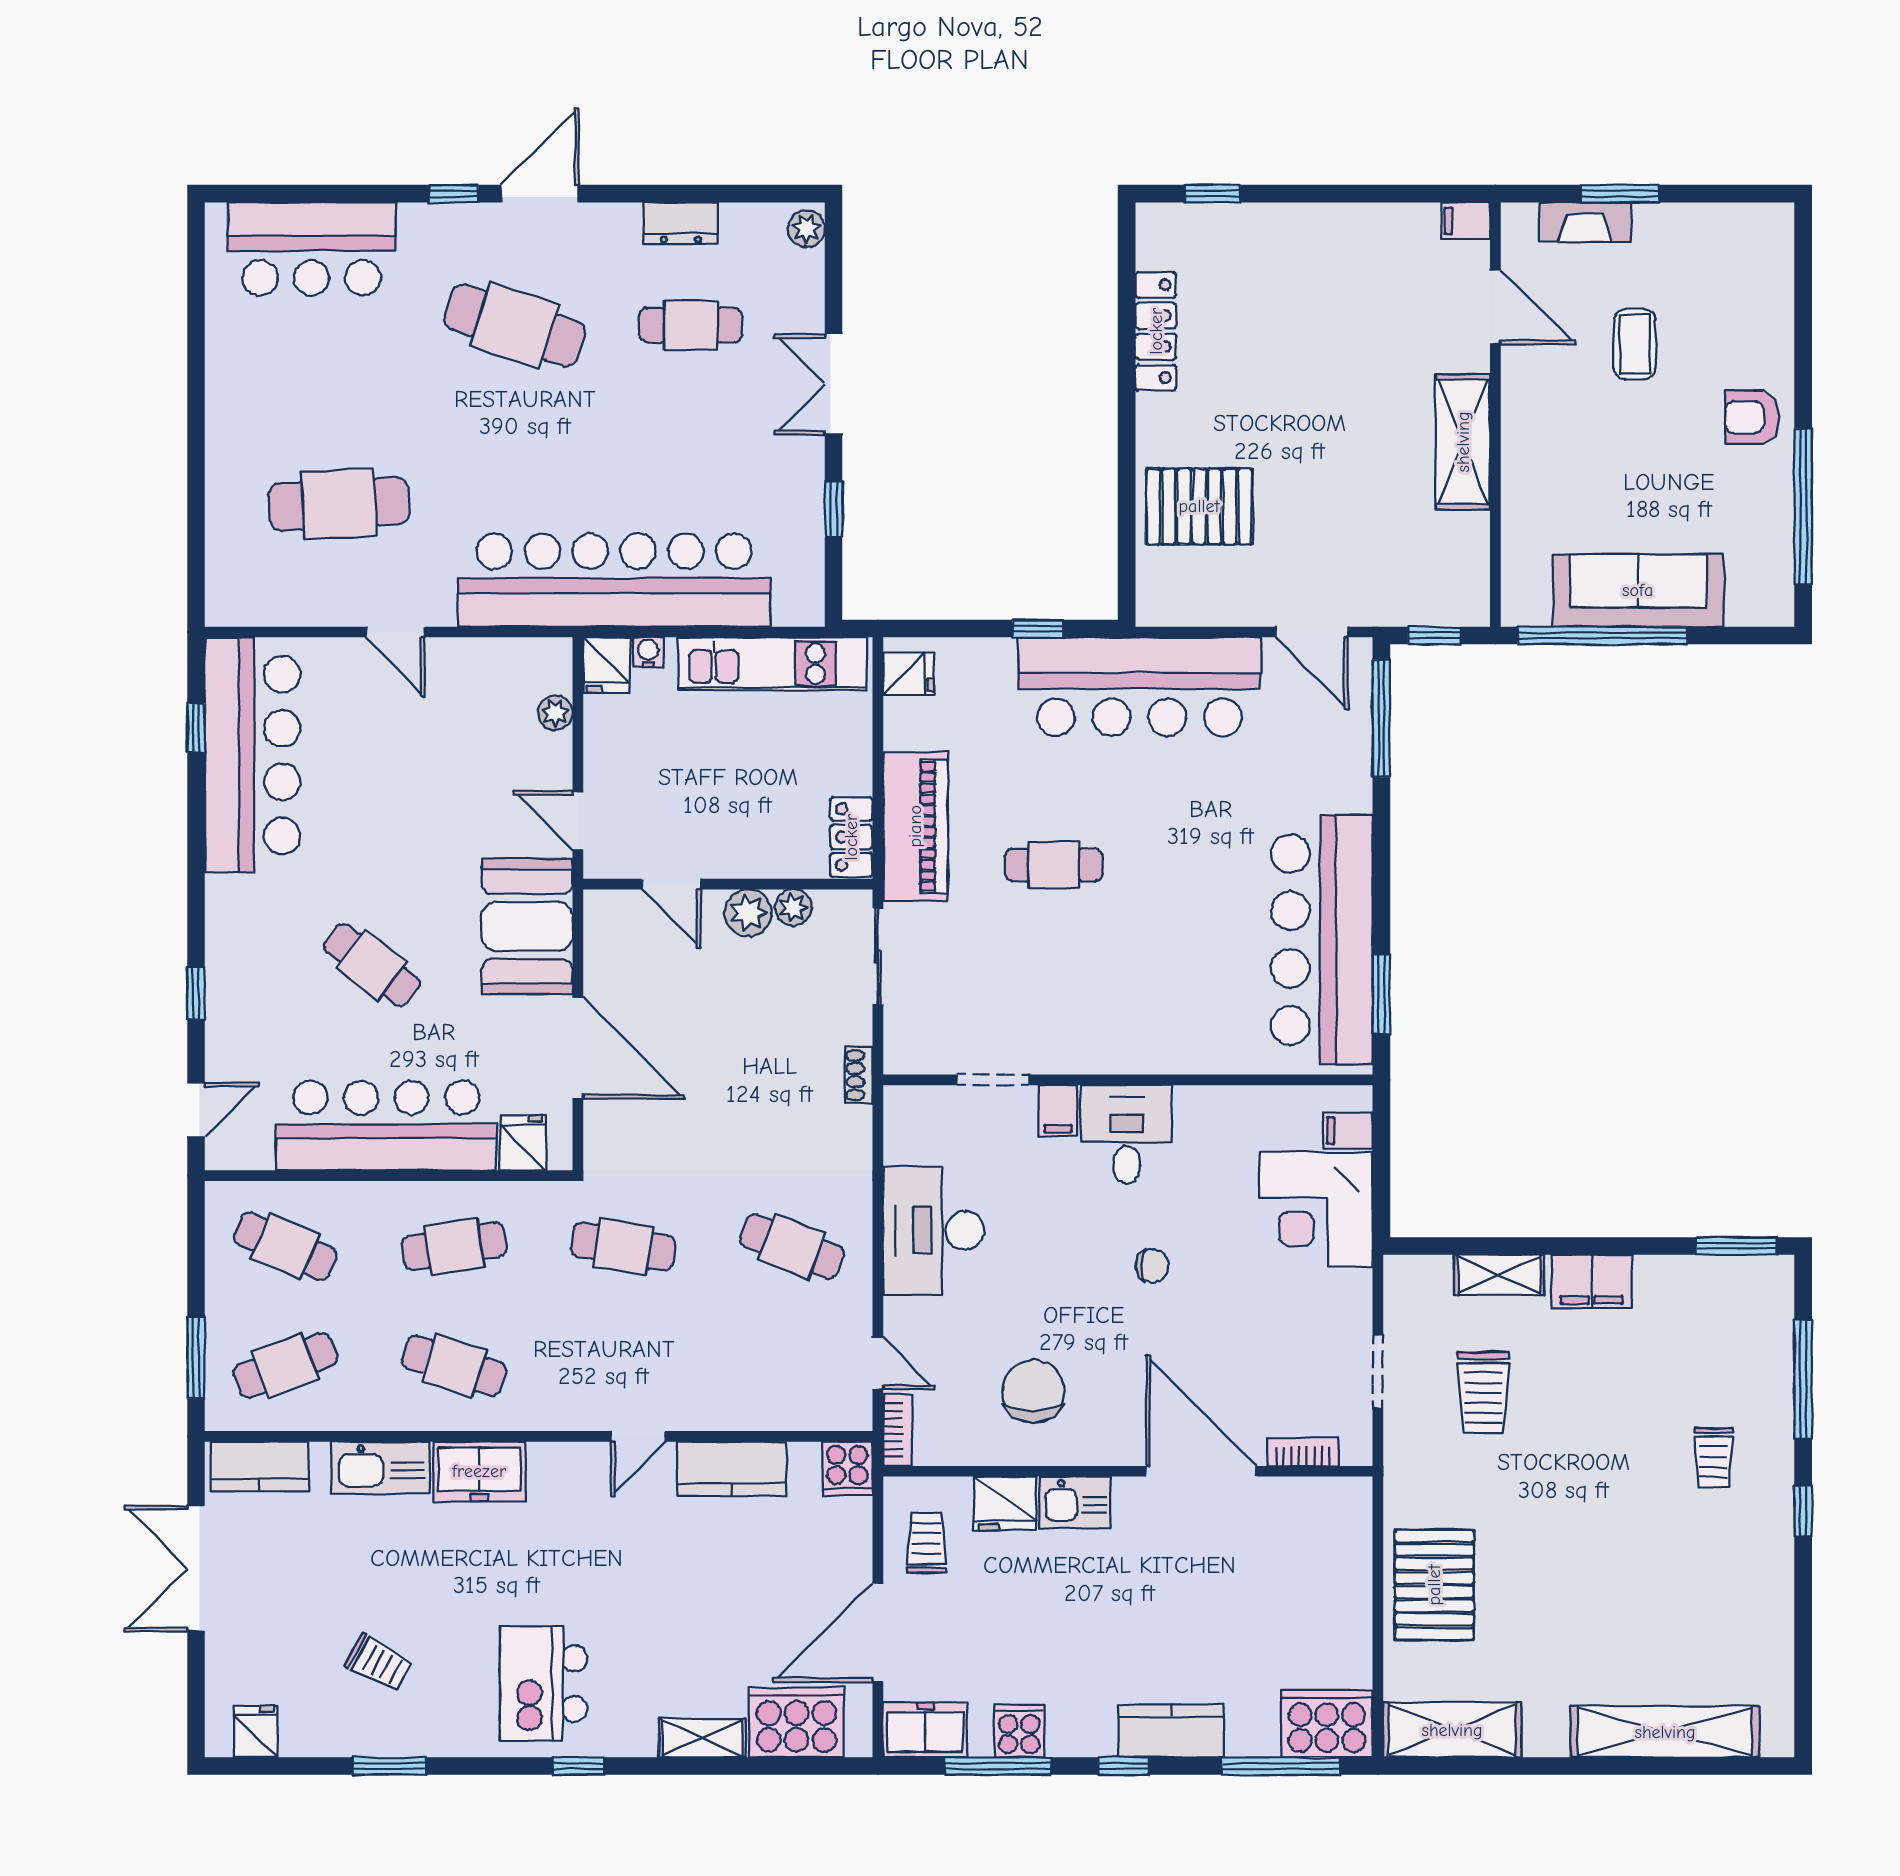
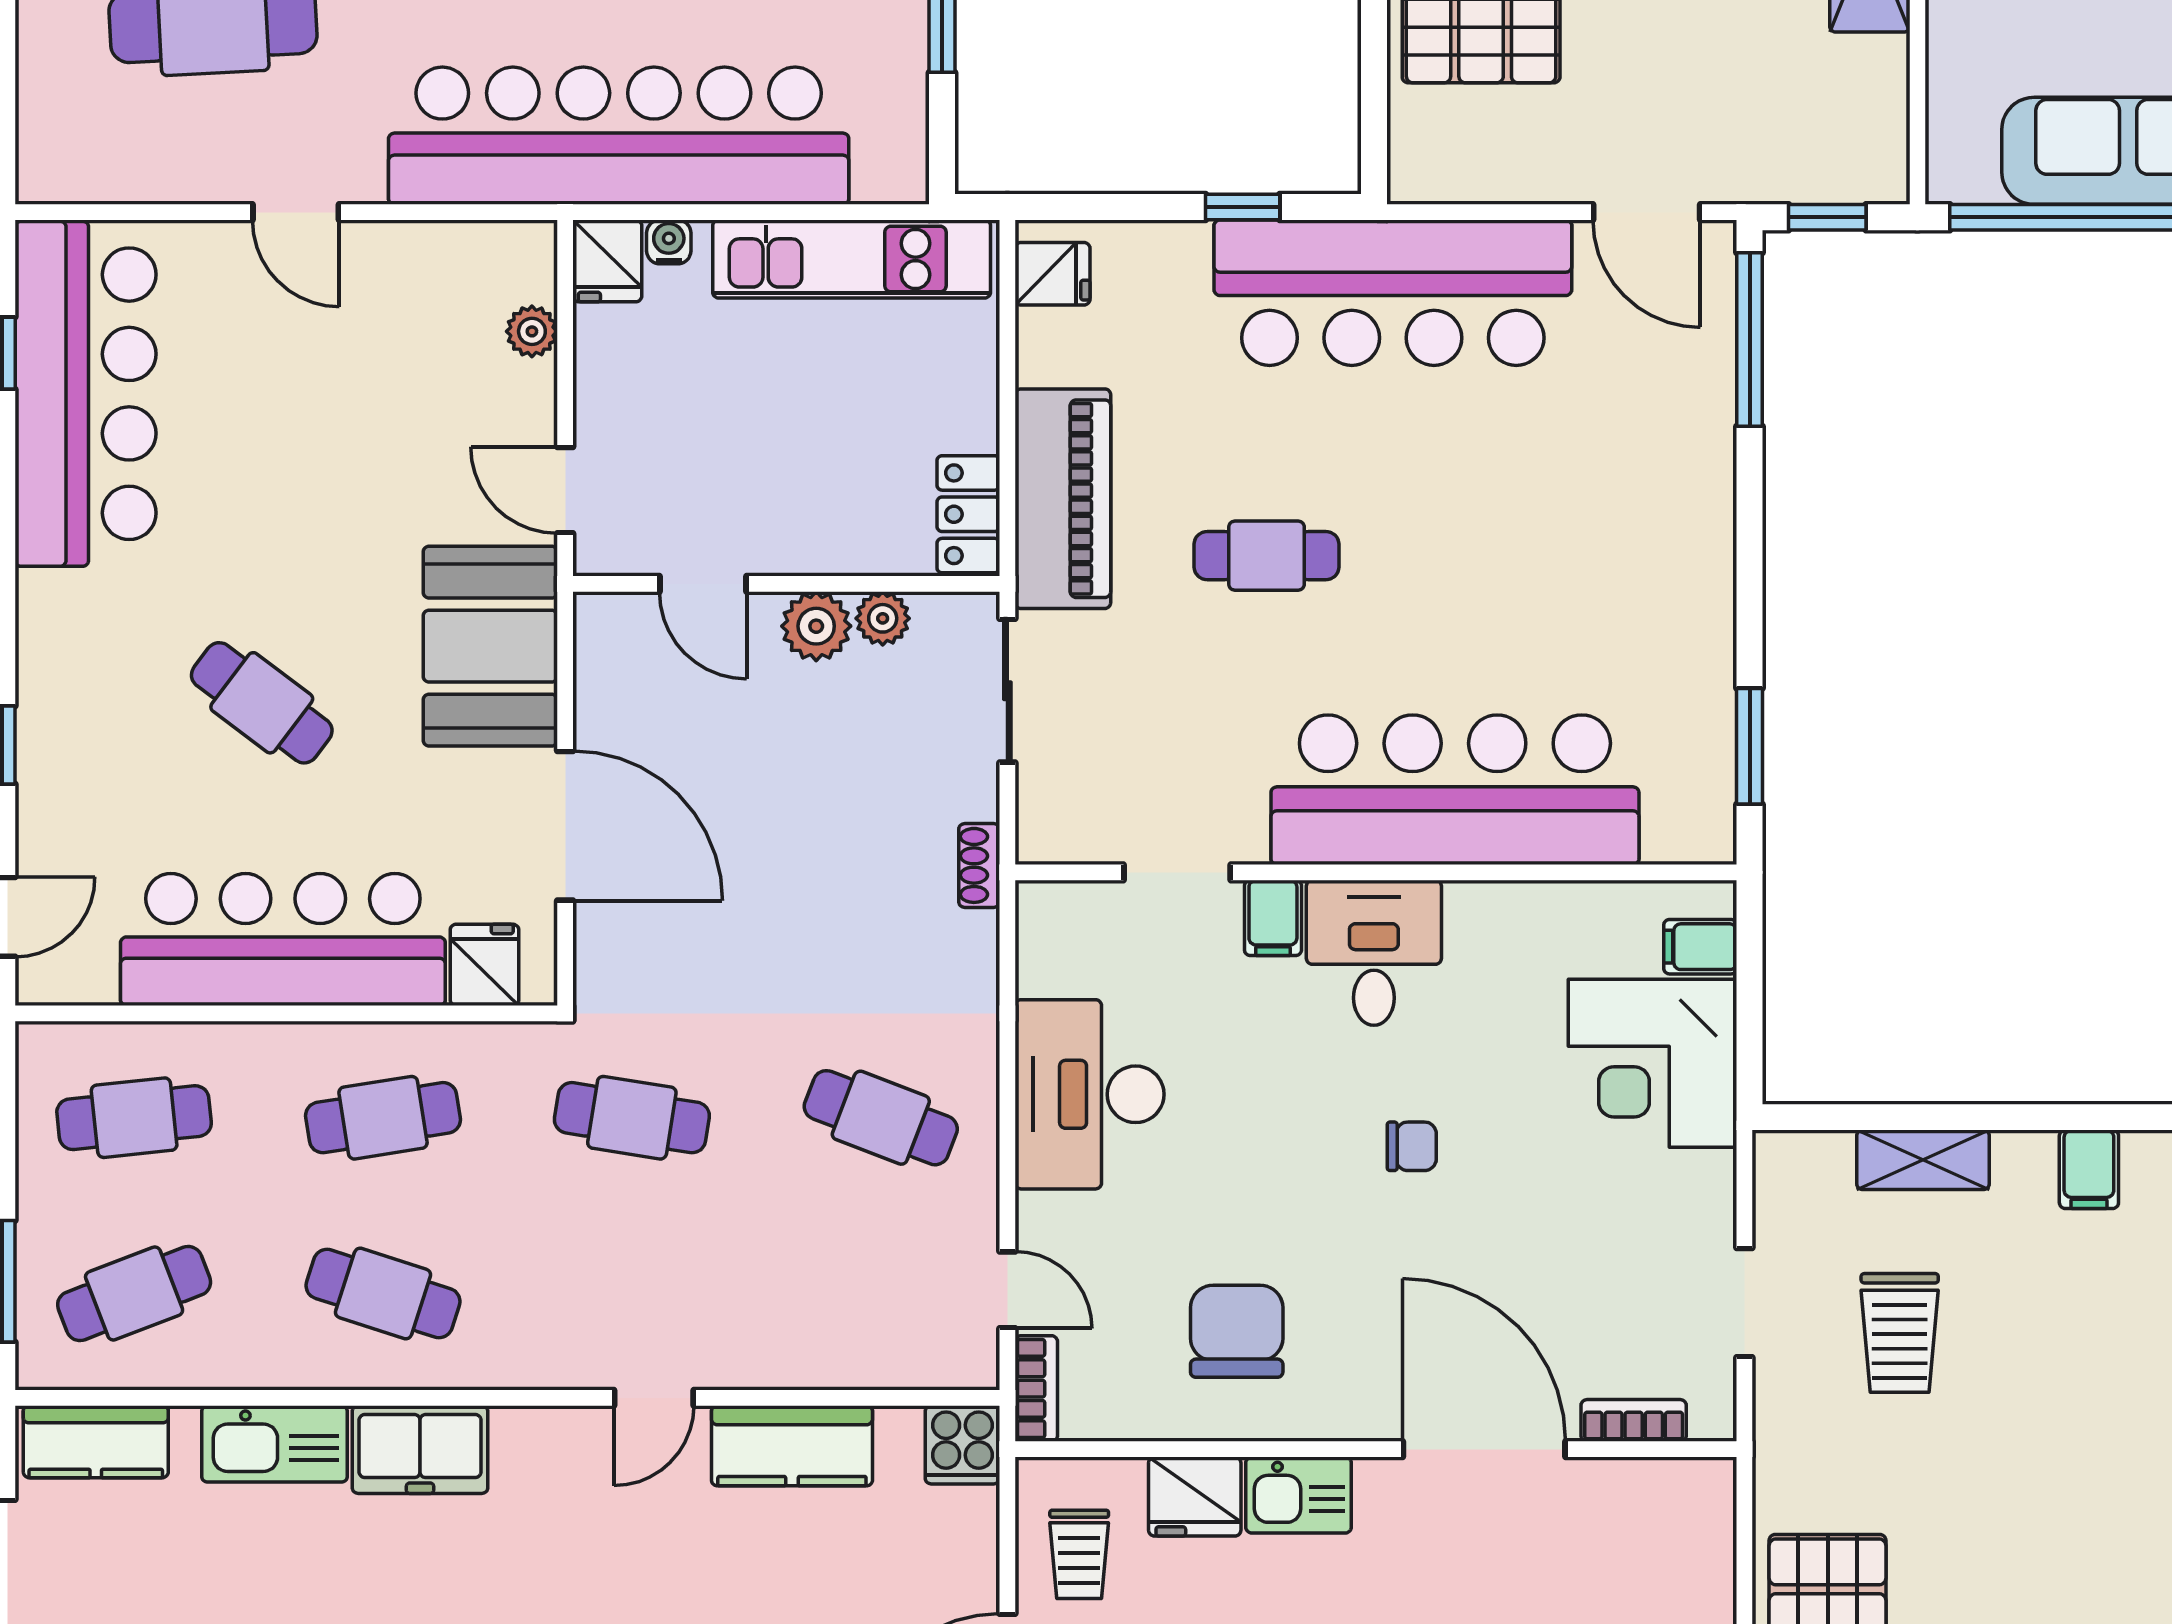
bar counter: (1322, 940) -> (1455, 790), moved, turned 90
cafe table: (285, 1246) -> (134, 1118), turned -30
filing cabinet: (1592, 1281) -> (2089, 1169), width x0.50
trolley: (927, 1543) -> (1079, 1554), turned 180

